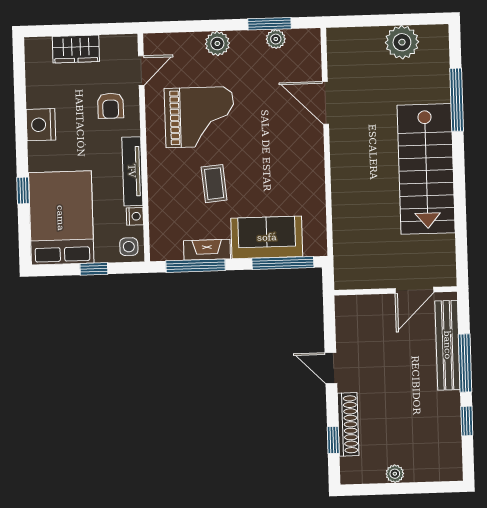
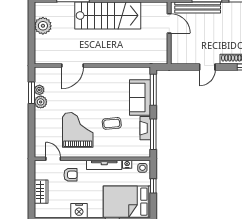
plant: (217, 43) -> (41, 102), moved

